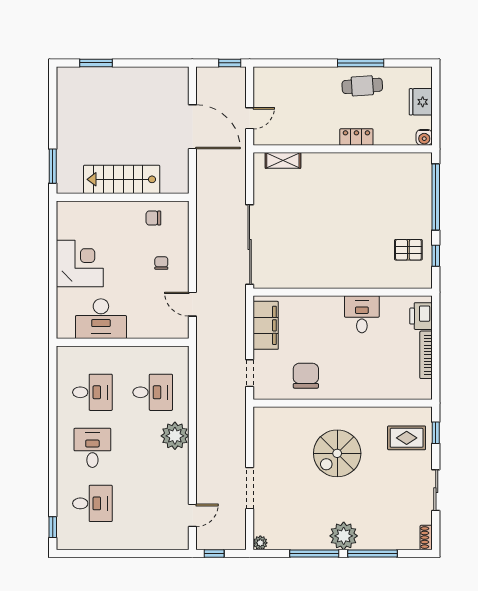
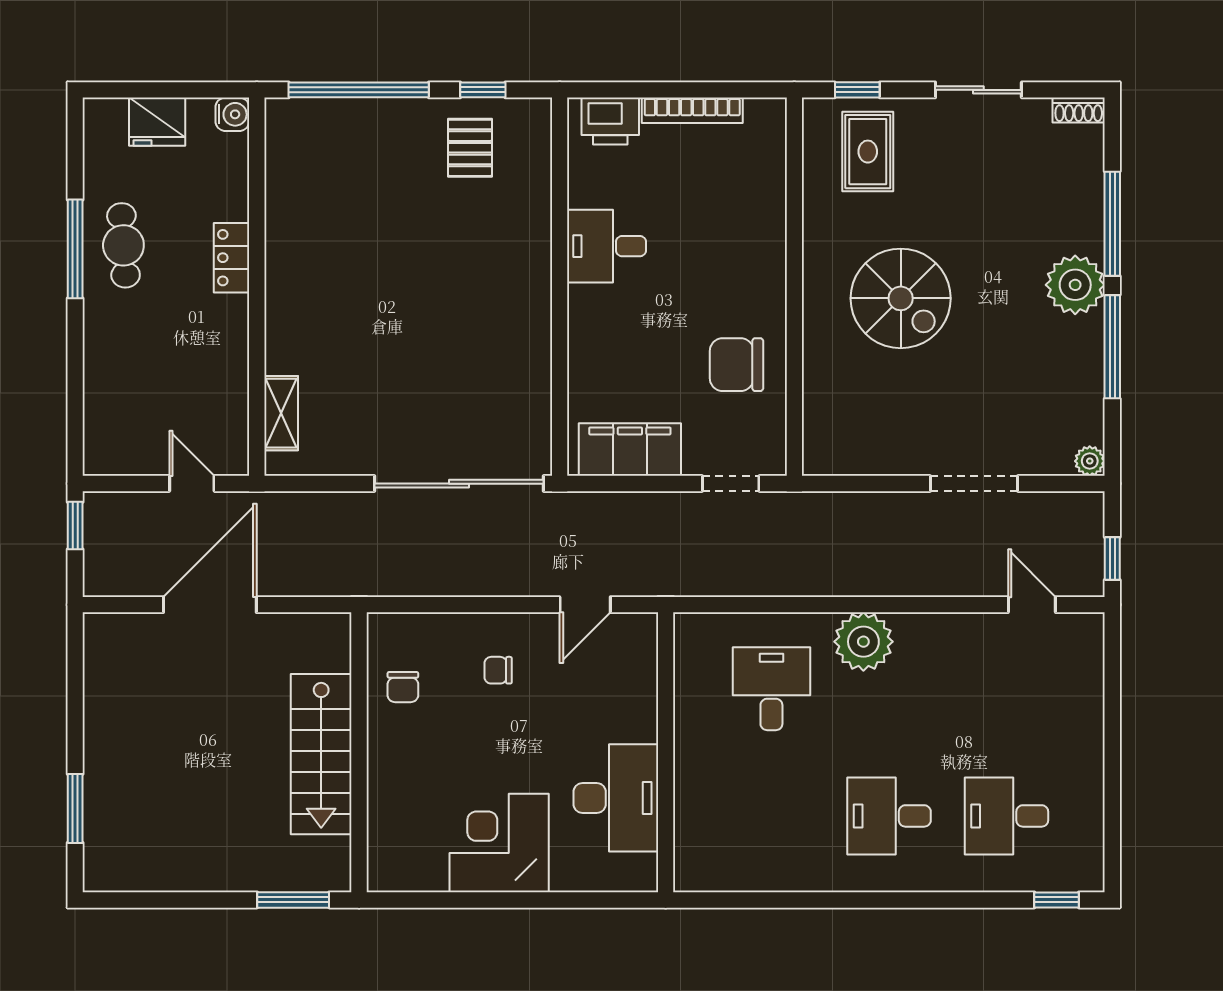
desk: (92, 392) -> (771, 816), removed
desk: (92, 503) -> (1006, 816), turned -90

